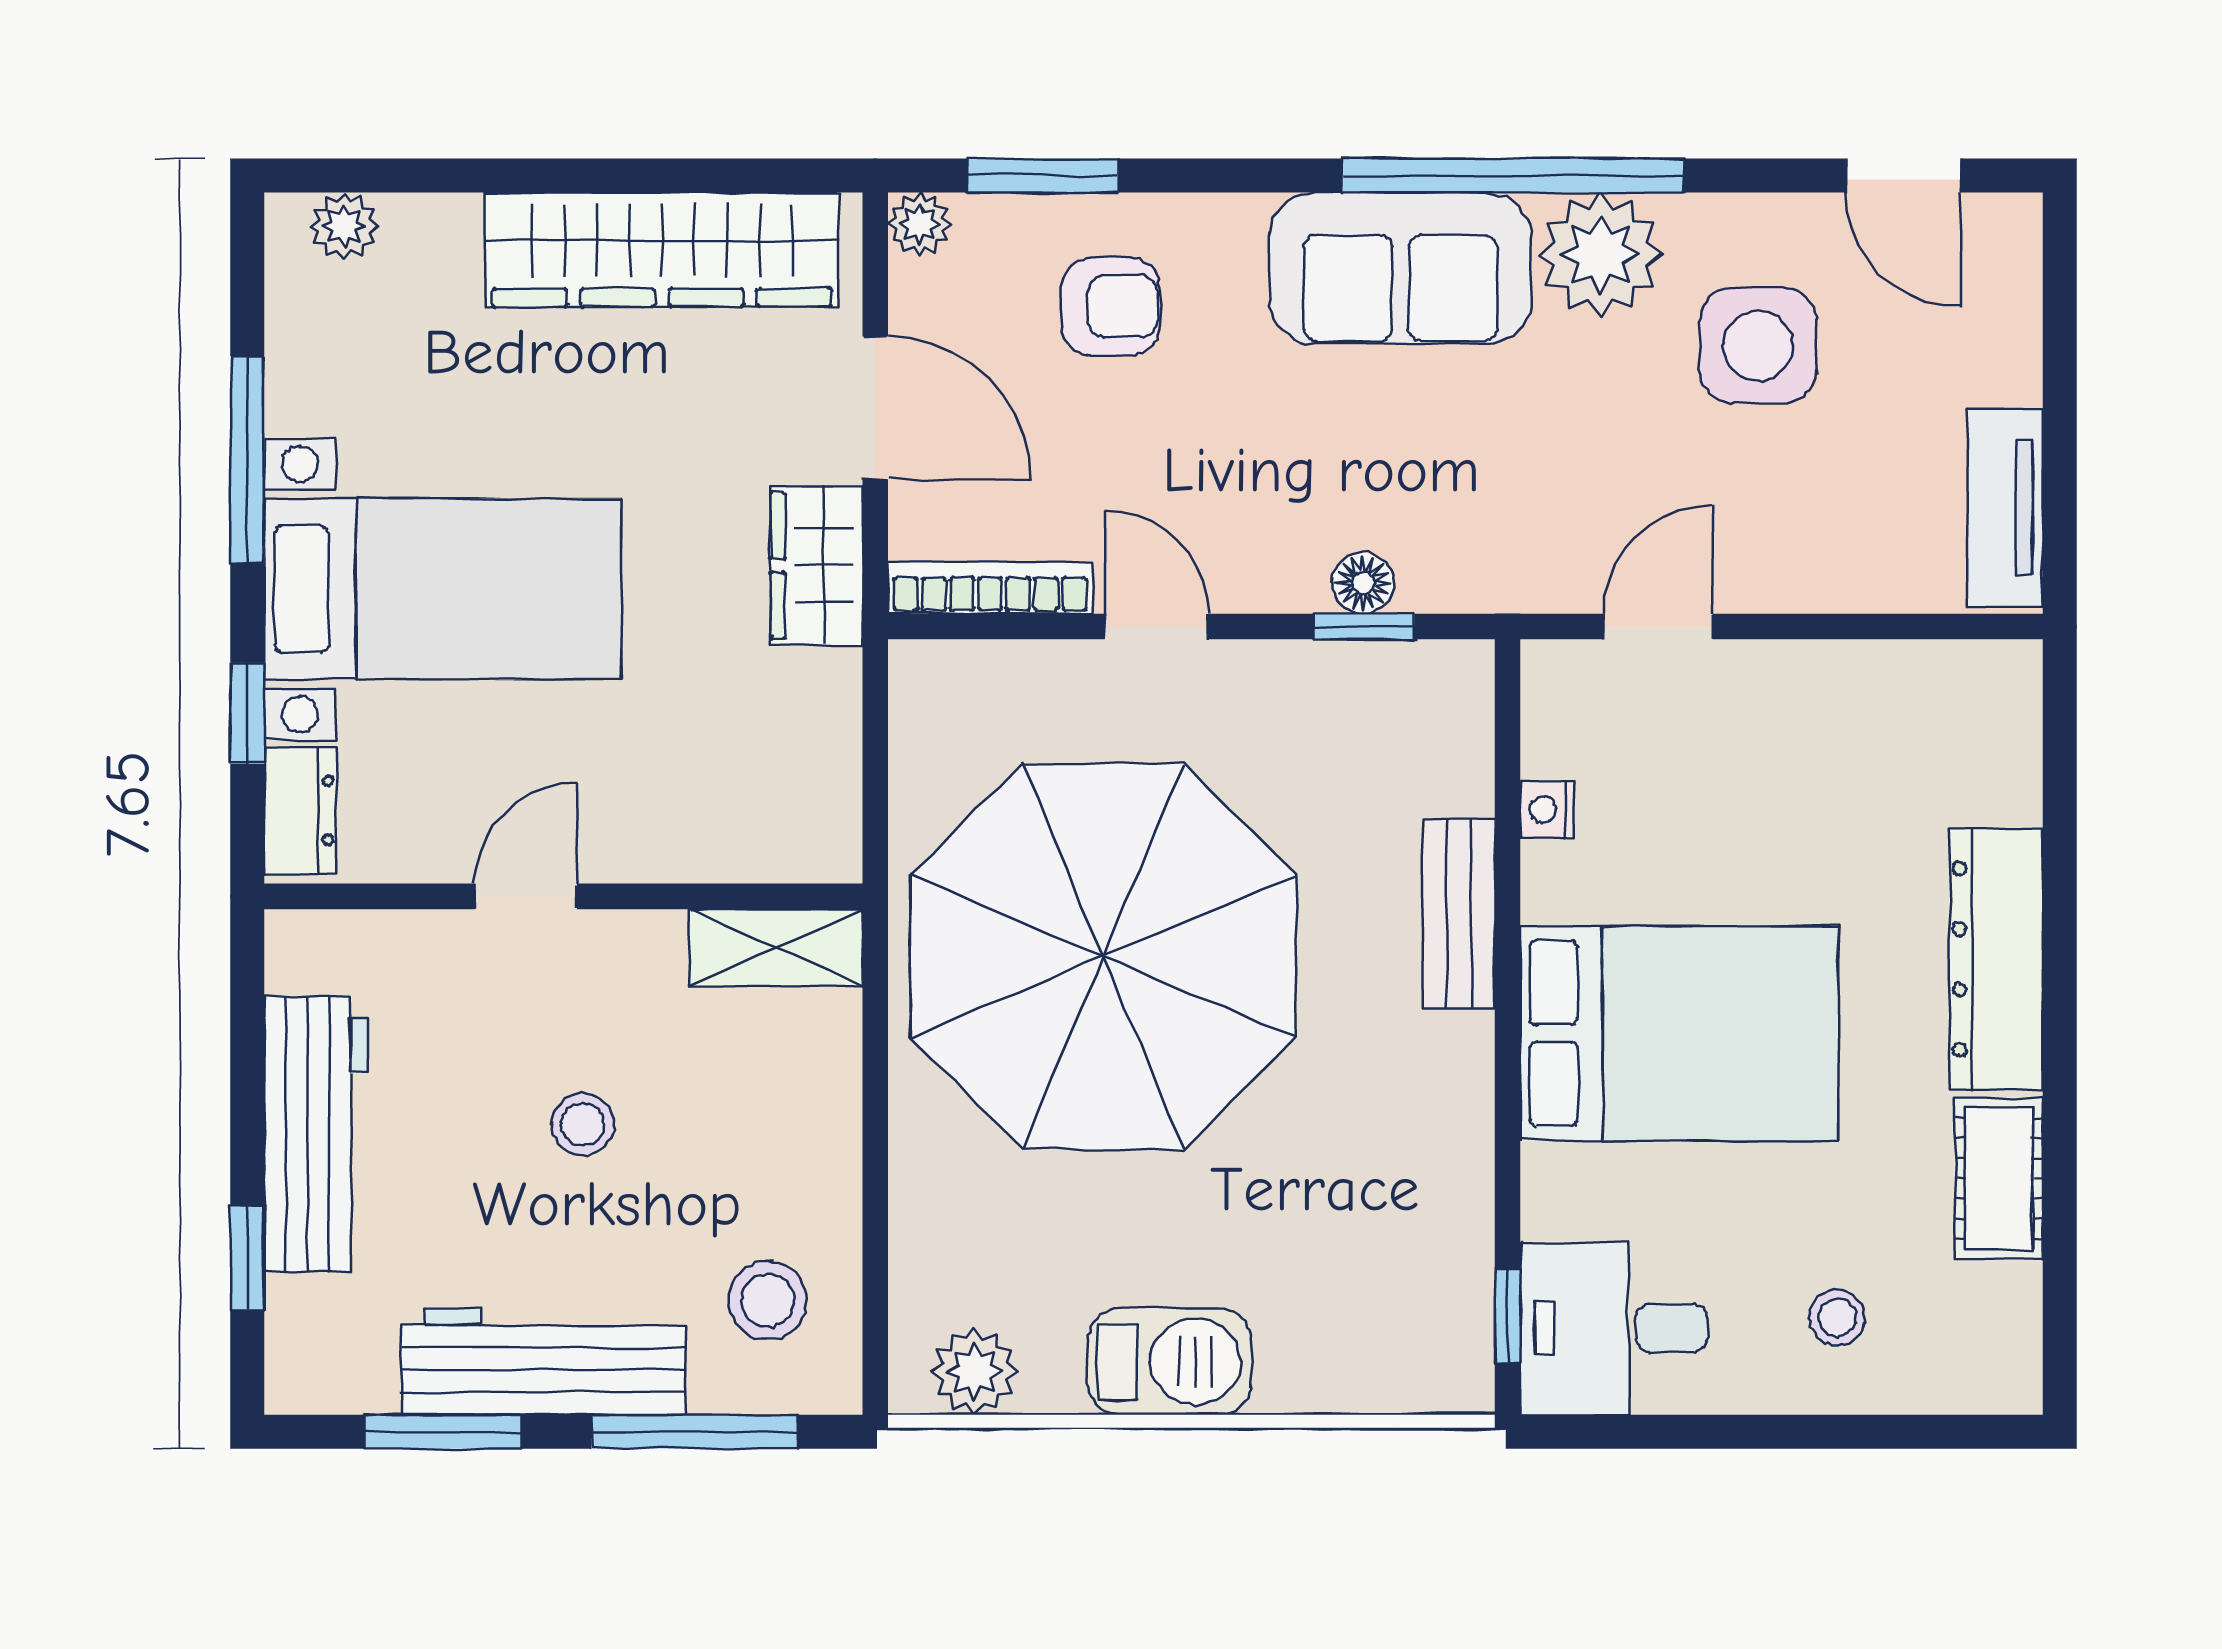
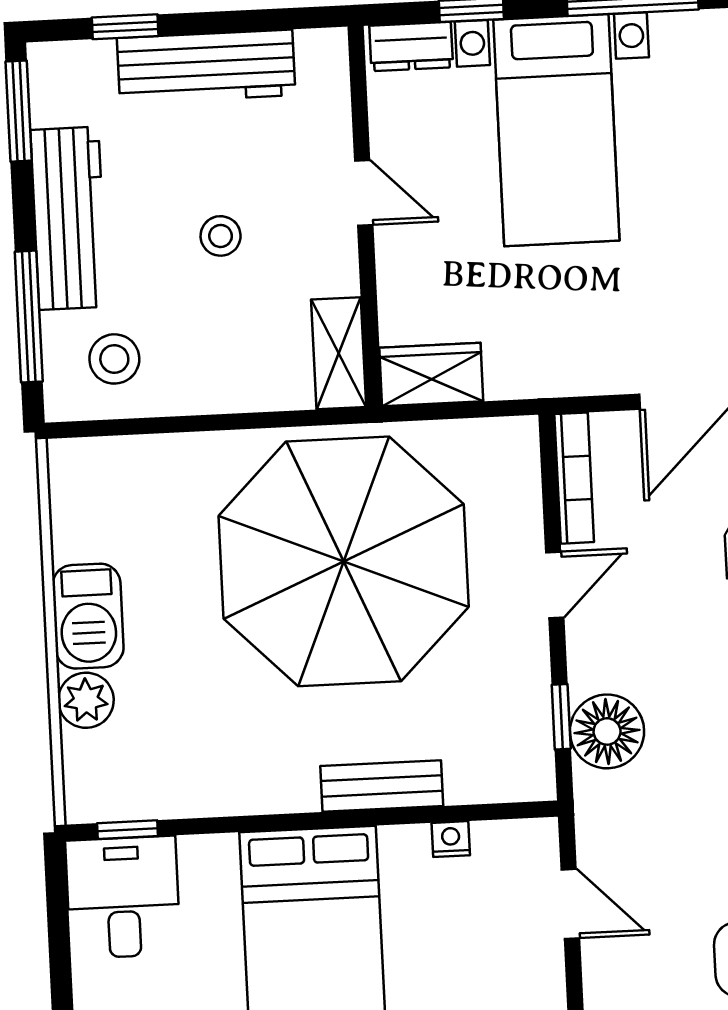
wardrobe: (817, 565) -> (431, 375), moved
floor lamp: (1363, 583) -> (607, 731), width x1.89, depth x1.89
plant: (974, 1371) -> (86, 700), moved
window: (443, 1432) -> (19, 111), moved

